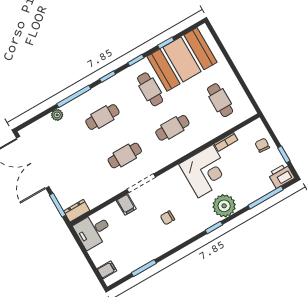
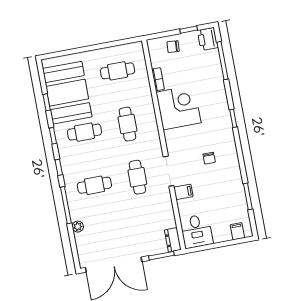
cafe table: (102, 117) -> (94, 185), turned 90
plant: (224, 206) -> (217, 102), removed

